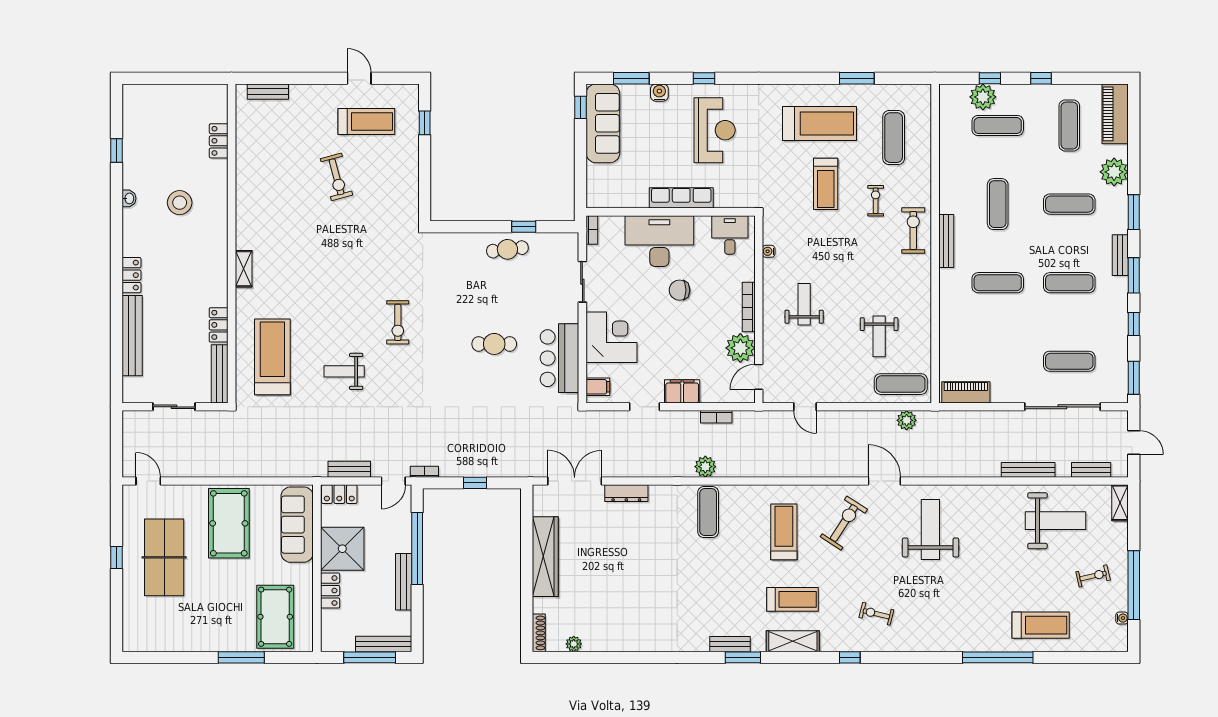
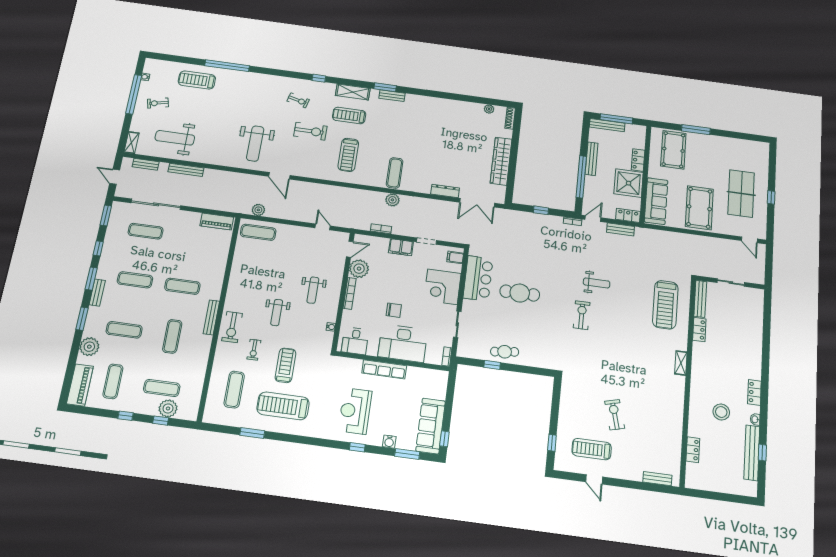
locker: (131, 275) -> (754, 392), moved
bench: (132, 336) -> (752, 453), moved
weight bench: (879, 336) -> (277, 312), moved, turned 180
cafe table: (494, 344) -> (520, 293), width x1.37, depth x1.35
weight bench: (344, 371) -> (597, 283), moved
exercise bike: (844, 523) -> (310, 131), moved, turned -123

